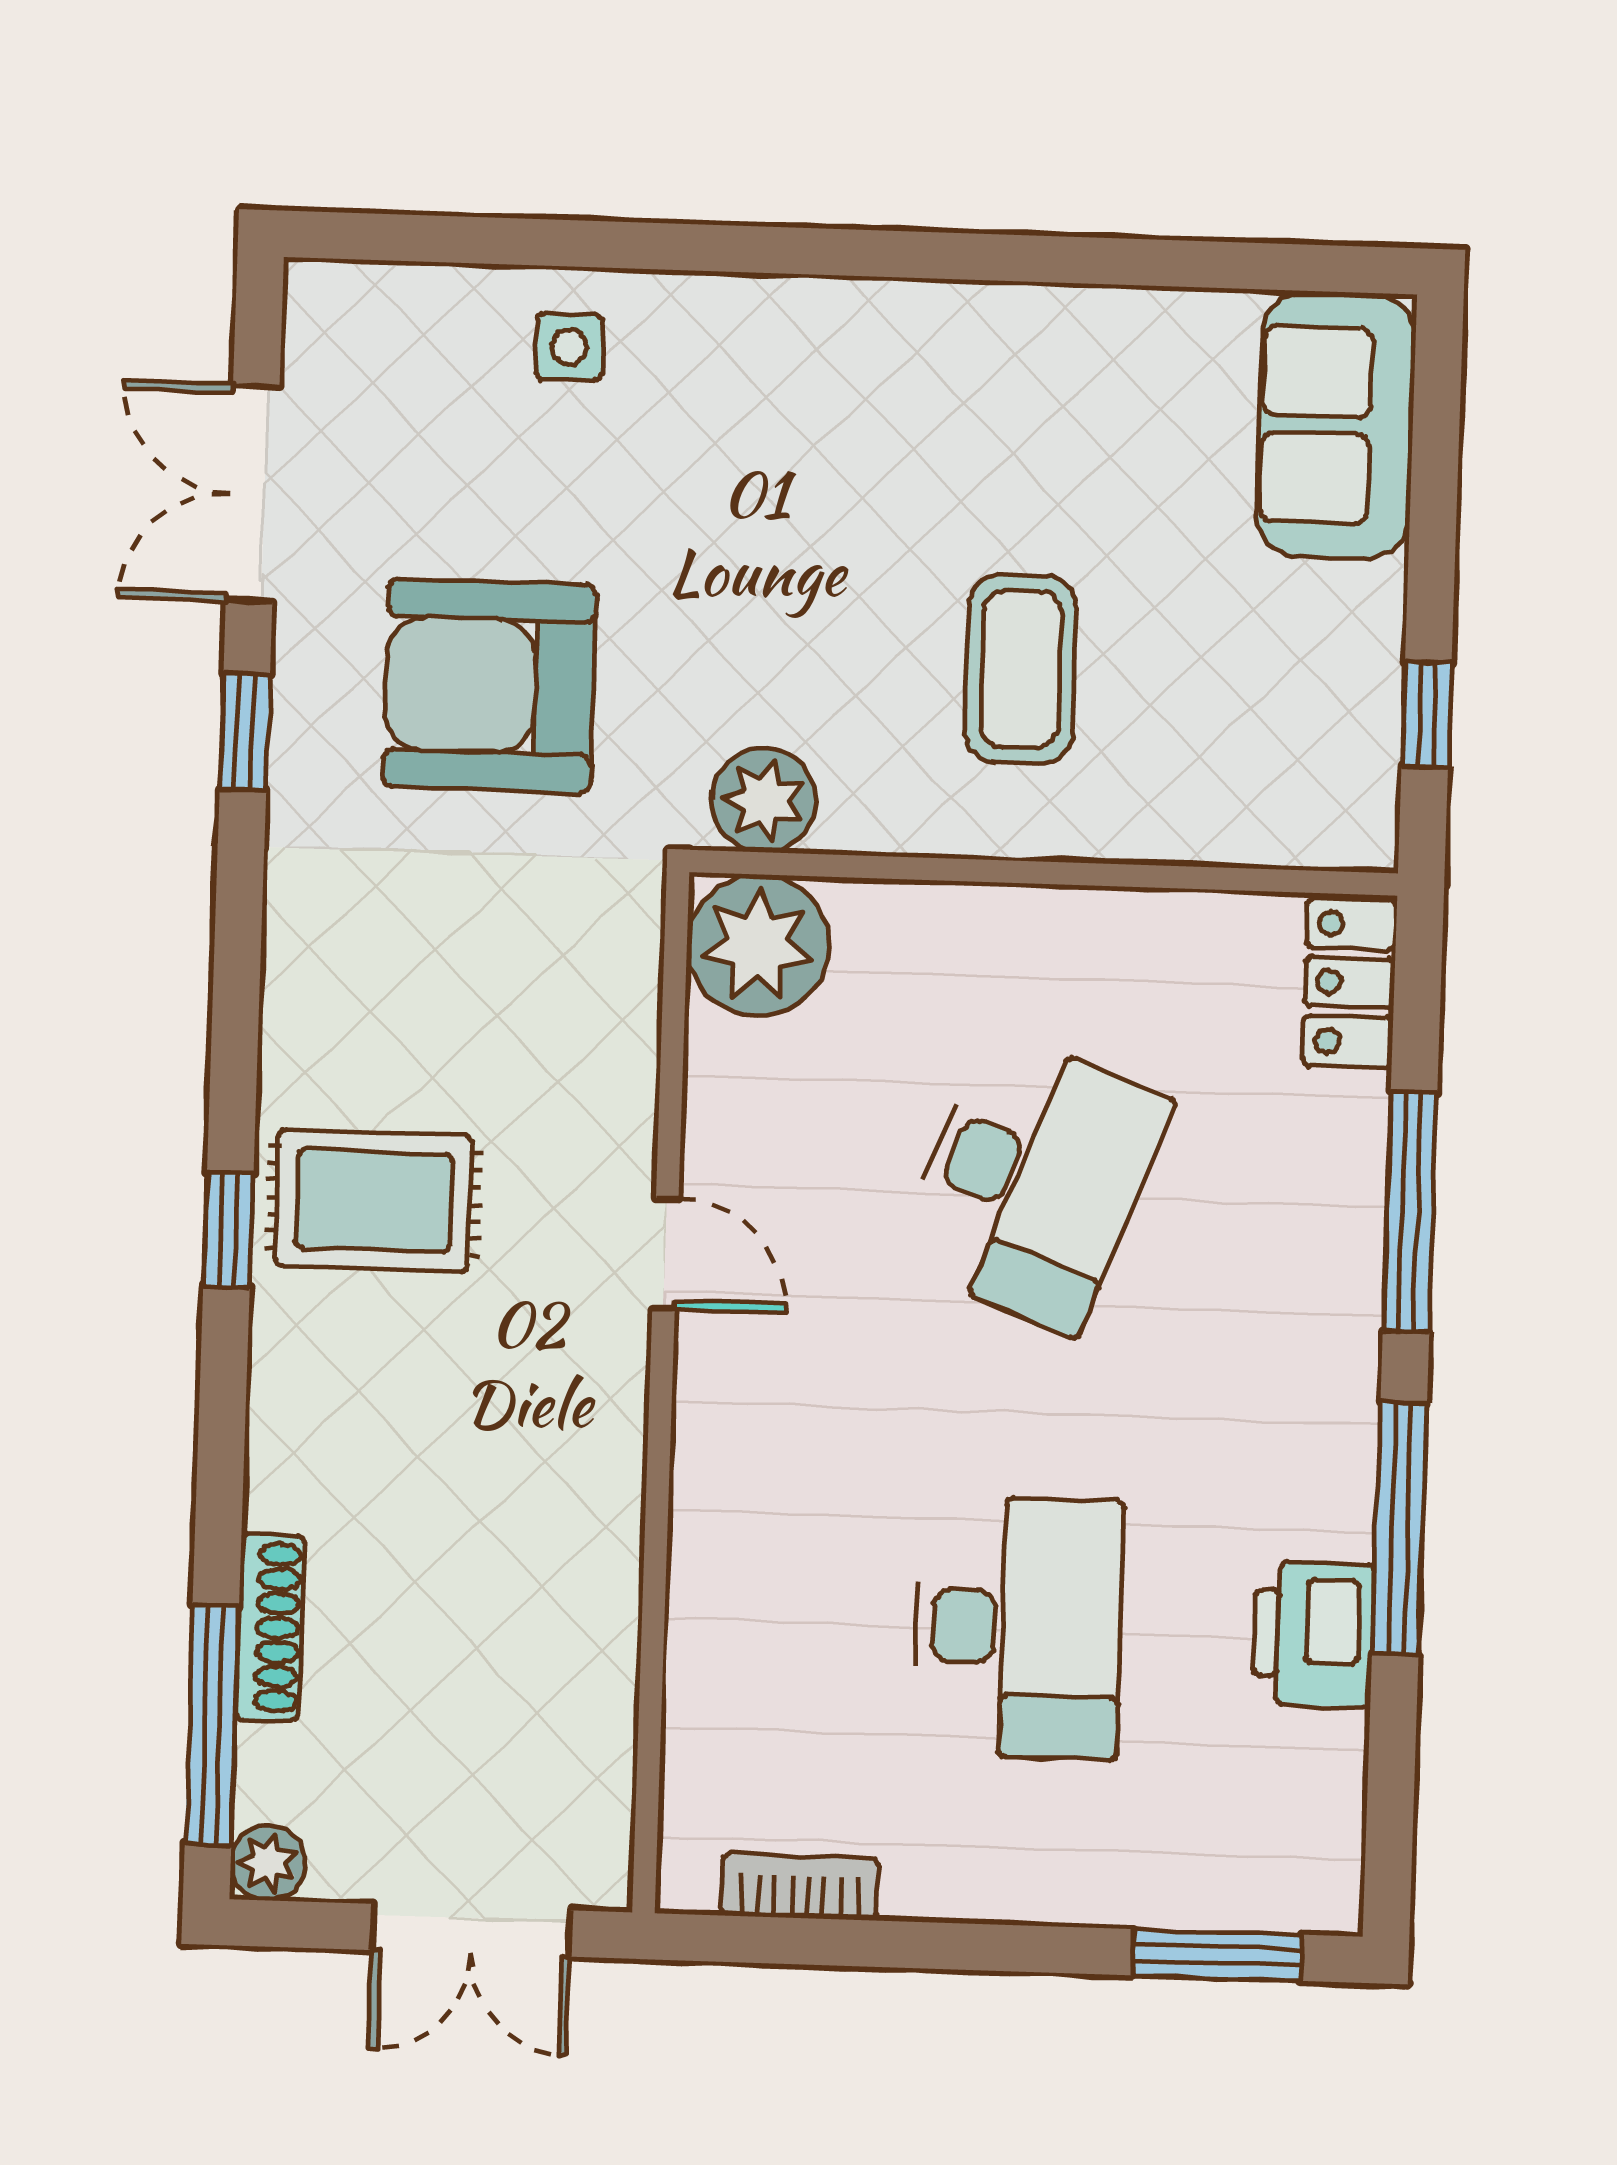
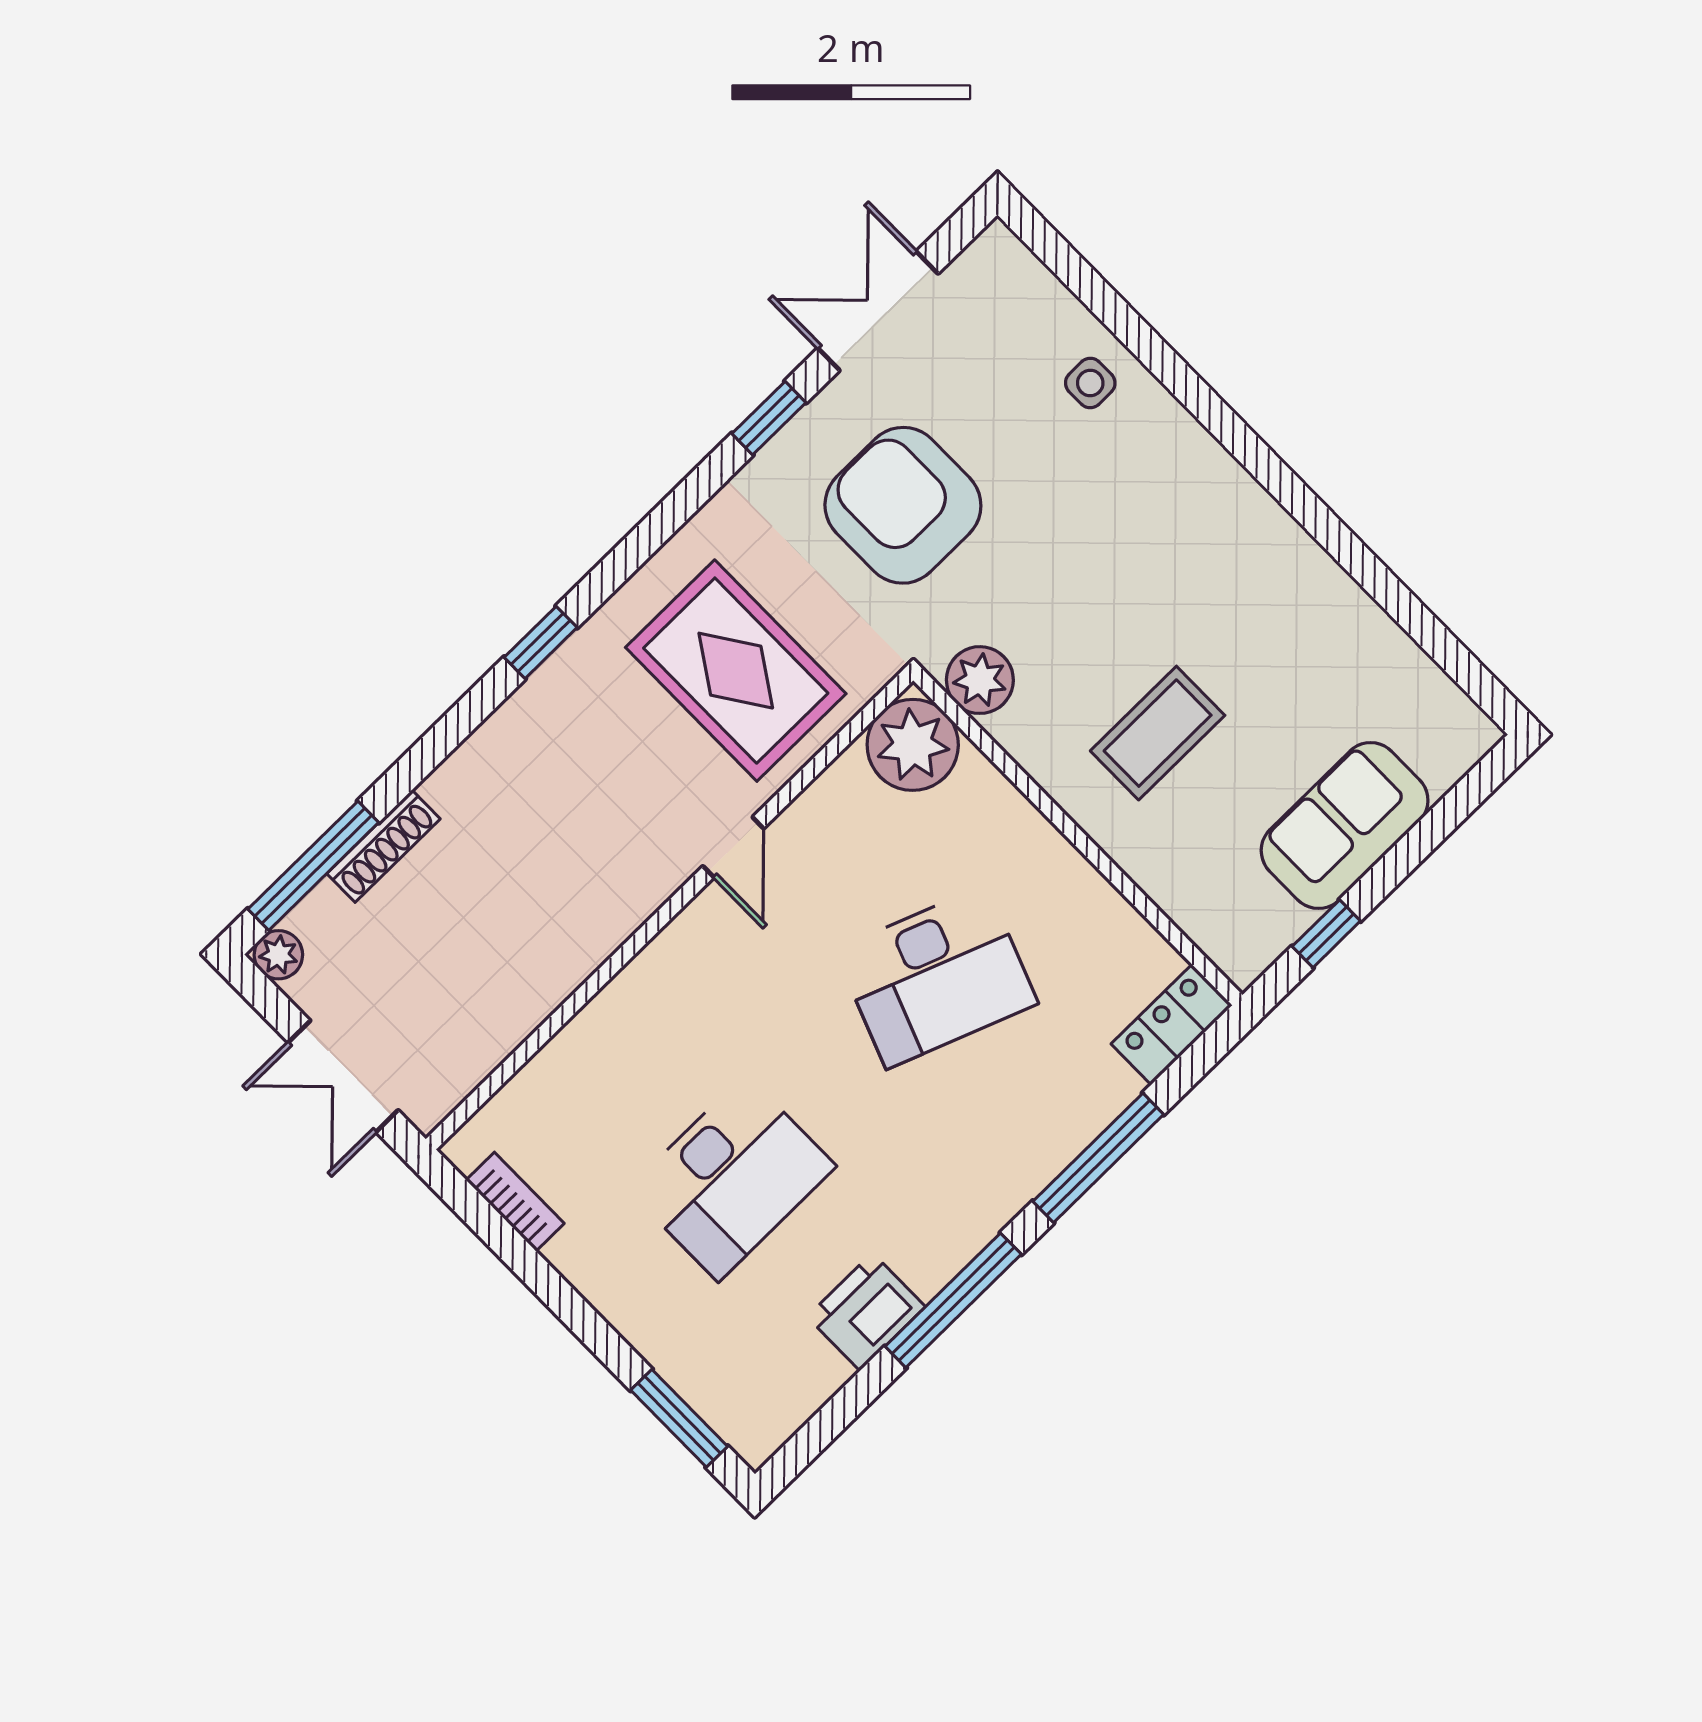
sofa: (1336, 425) -> (1345, 826), moved
rug: (374, 1201) -> (736, 671), moved, width x1.36, depth x1.43

